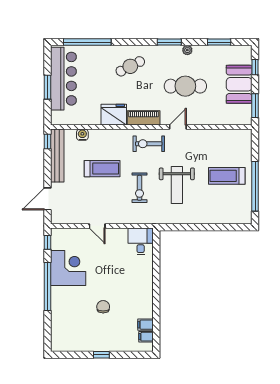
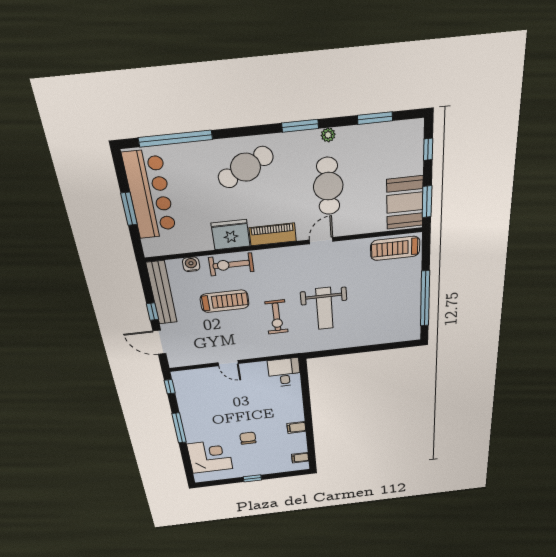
cafe table: (130, 66) -> (246, 167), width x1.37, depth x1.35
booth: (239, 84) -> (405, 203), moved
cafe table: (185, 86) -> (328, 186), turned 90
window: (47, 142) -> (152, 312), moved
exercise bike: (149, 144) -> (231, 264), moved
treadmill: (227, 176) -> (395, 248), moved
door: (47, 199) -> (159, 342), hinge flipped
corner desk: (68, 268) -> (210, 457), moved
window: (47, 287) -> (179, 428), width x0.68
filing cabinet: (146, 325) -> (296, 427), moved

